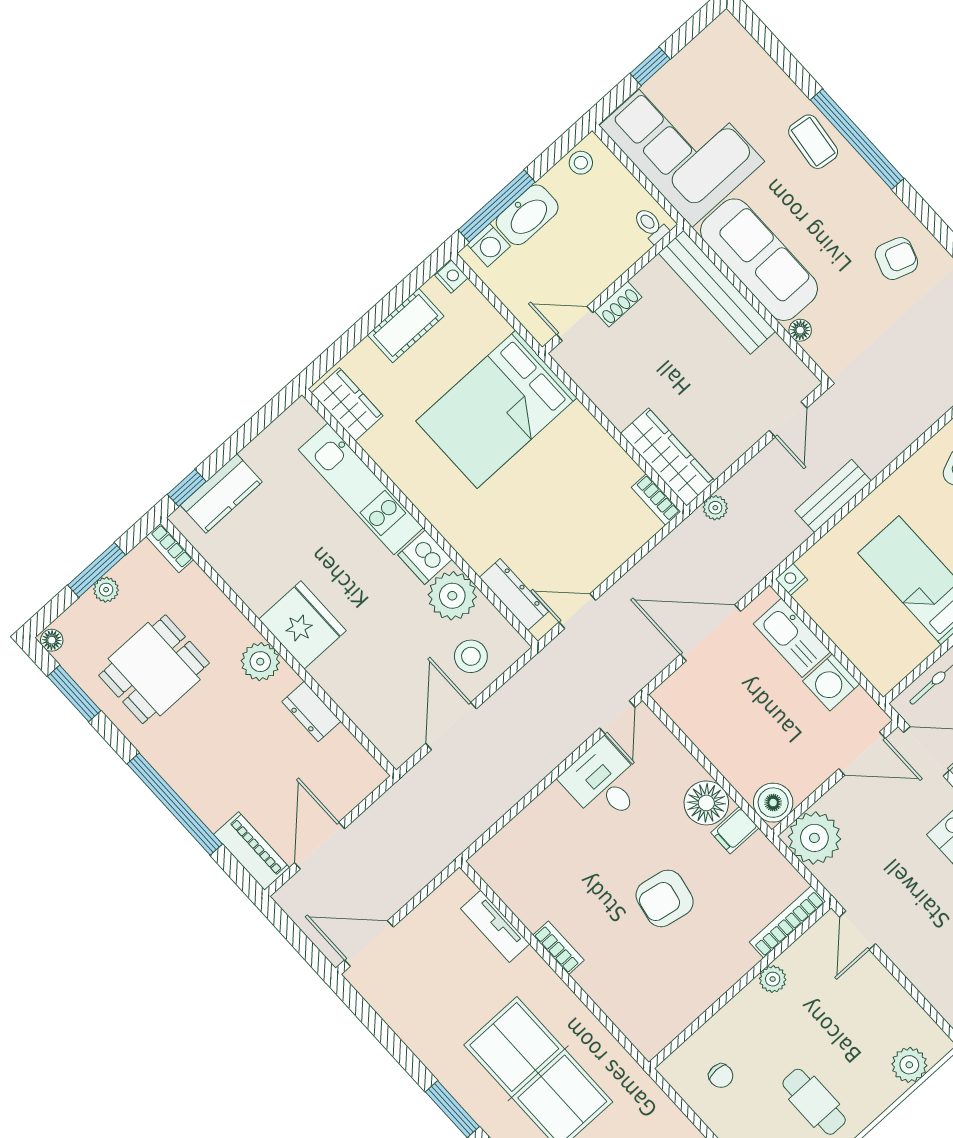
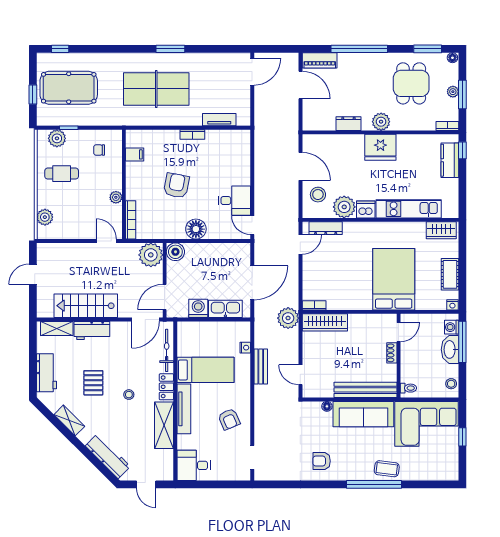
armchair: (896, 259) -> (322, 461), turned 71
plant: (715, 508) -> (288, 318), width x1.87, depth x1.87
nightstand: (792, 579) -> (245, 348), moved
filing cabinet: (735, 830) -> (135, 154), moved, turned 90

